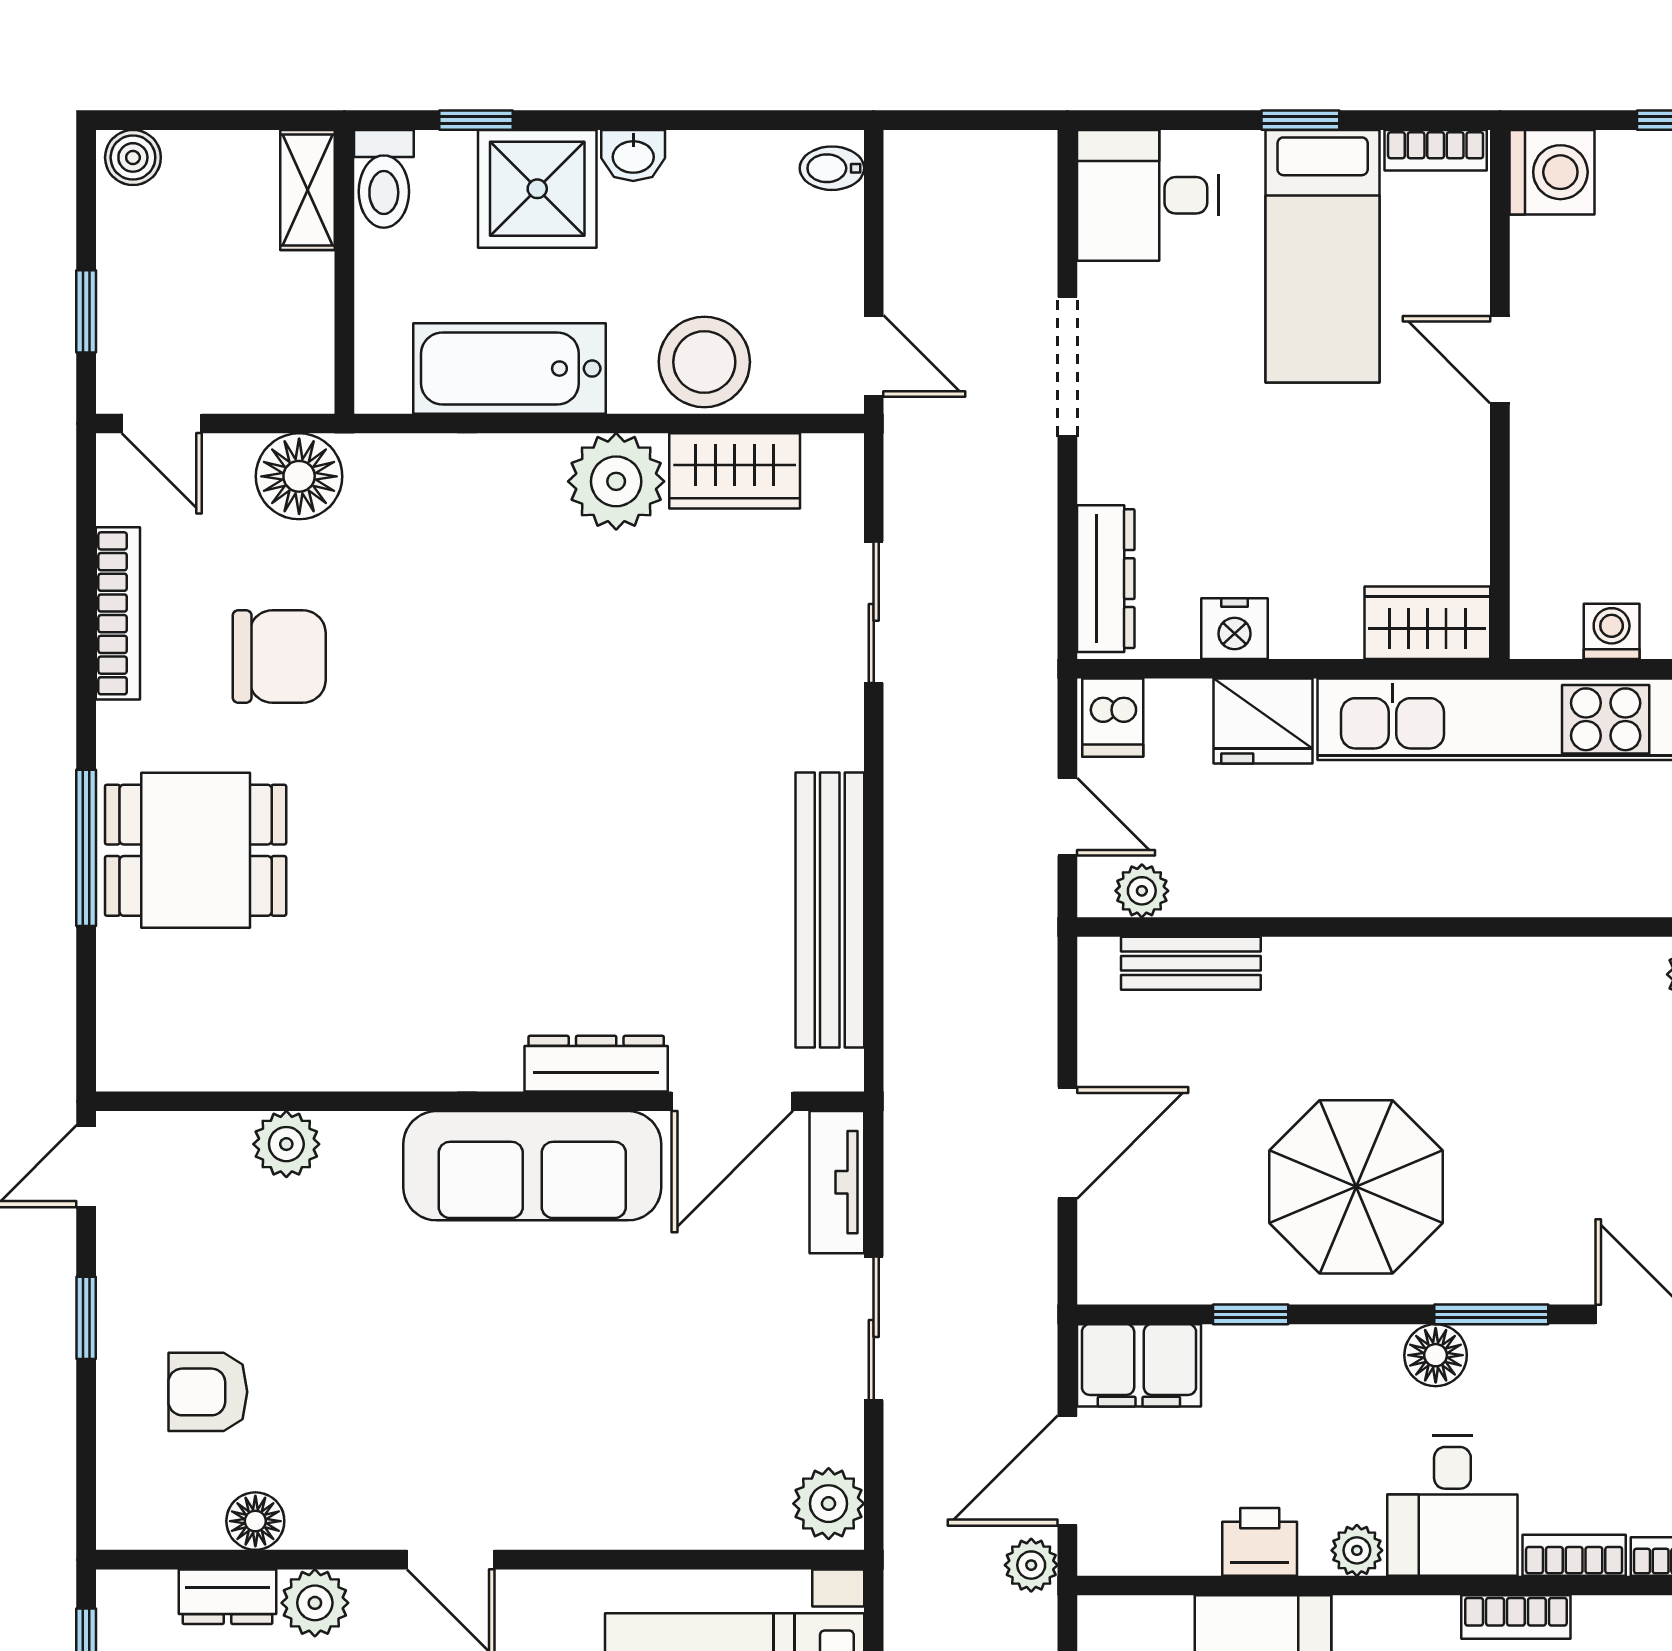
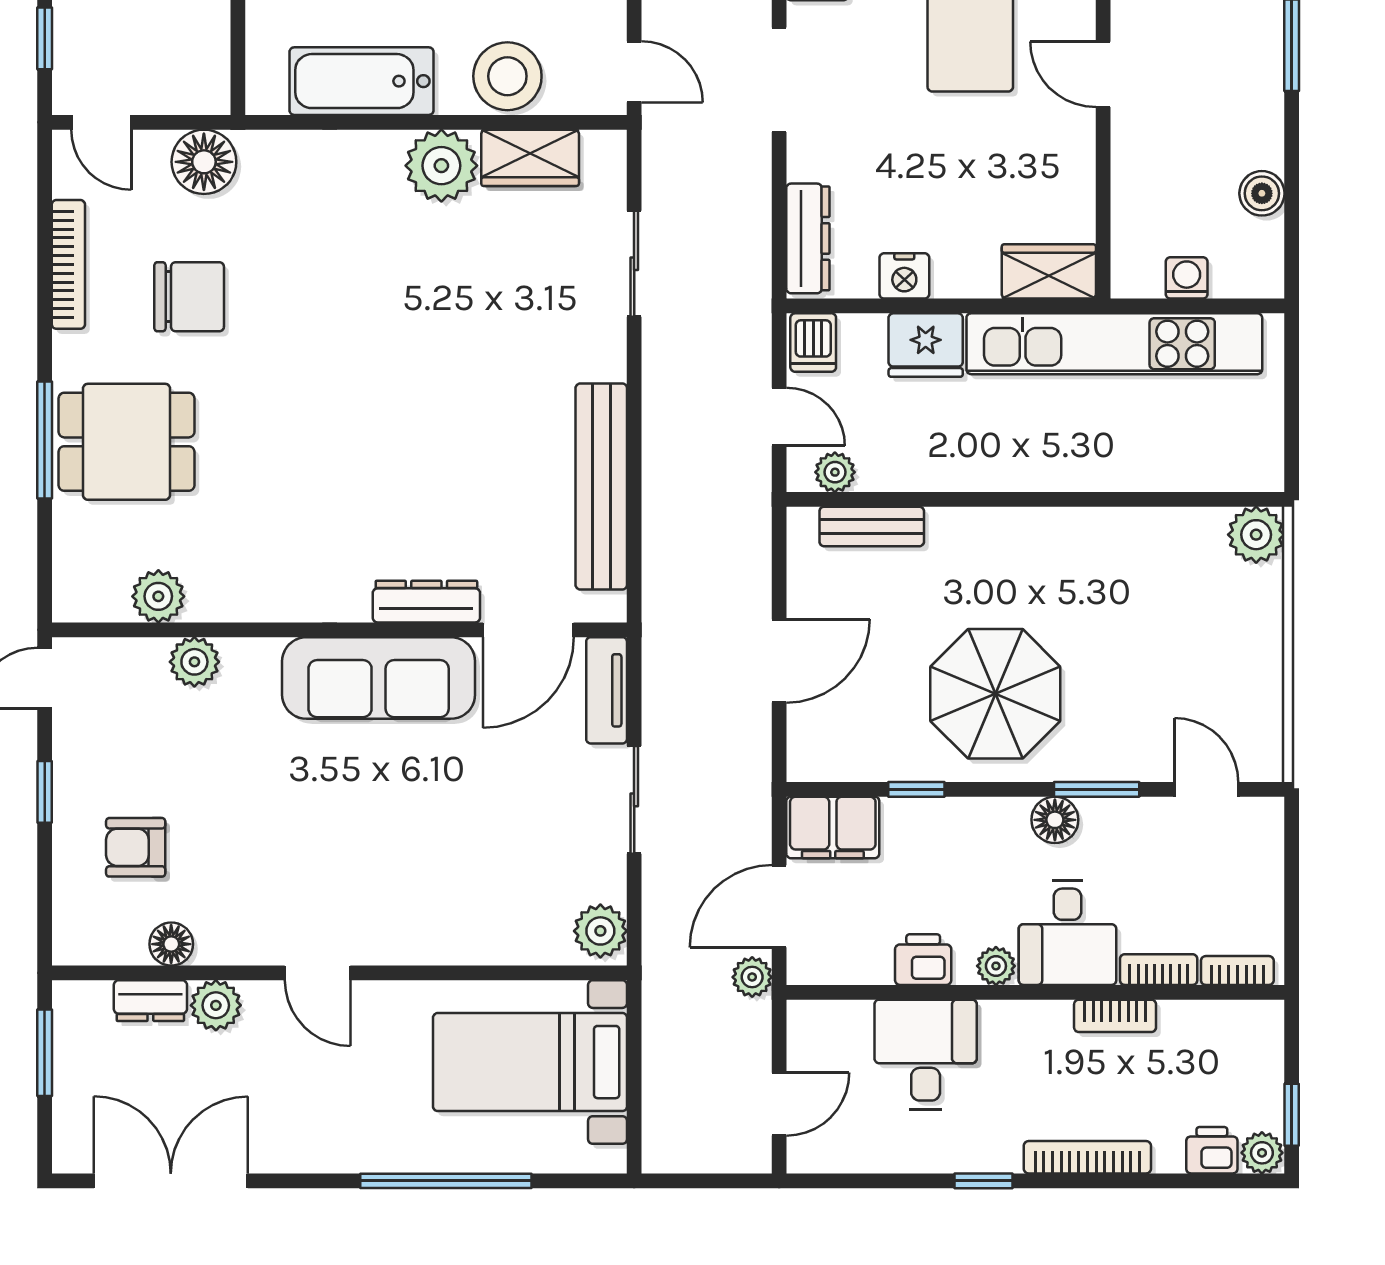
plant: (238, 1057) -> (158, 596), added

